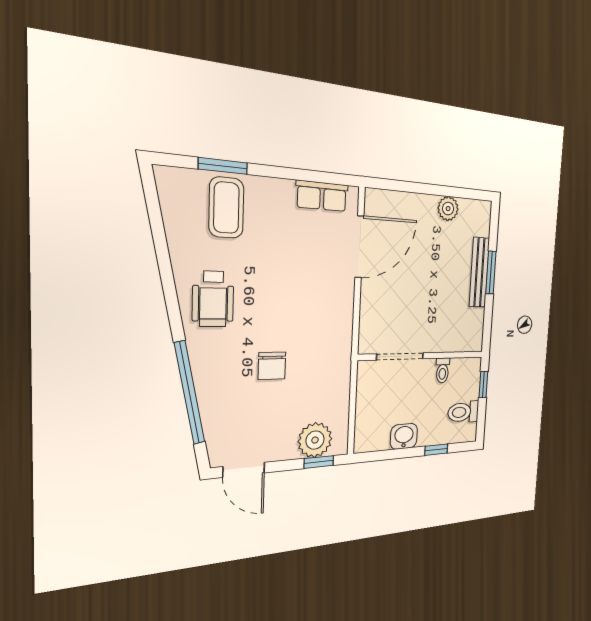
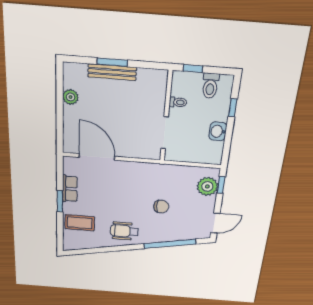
window: (223, 166) -> (60, 201), moved
row of seats: (322, 196) -> (70, 189), moved
wheelchair: (213, 299) -> (124, 231), turned 180

